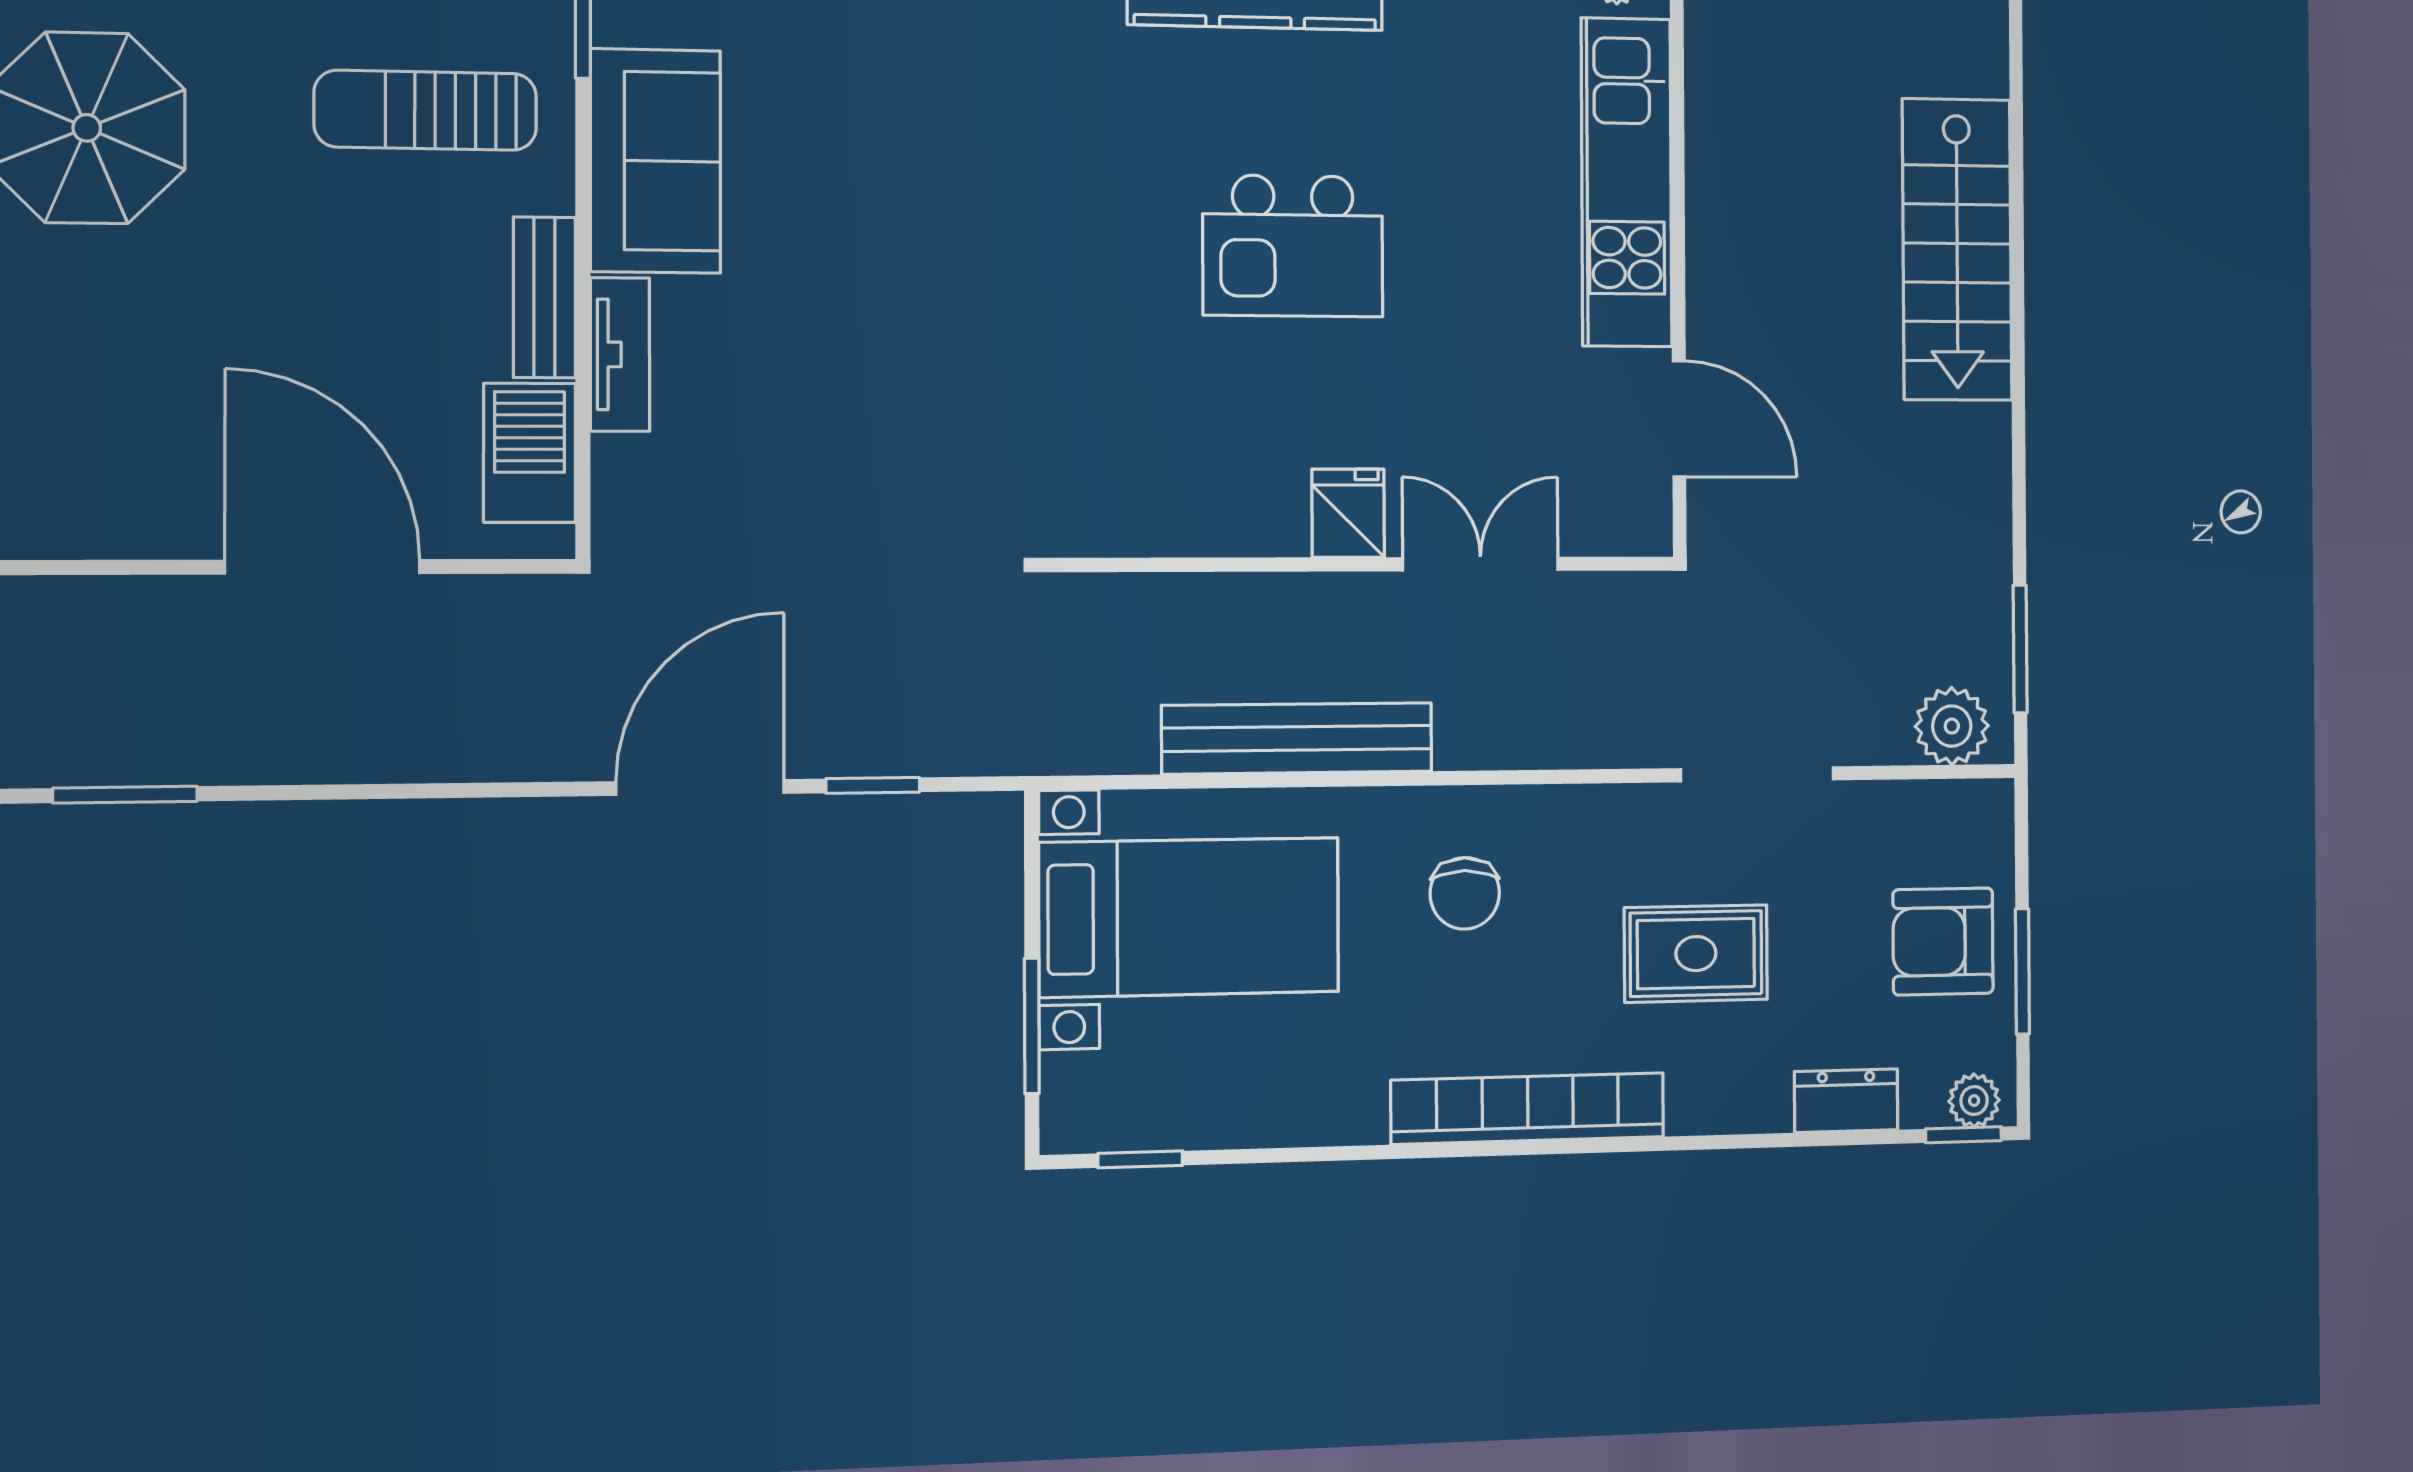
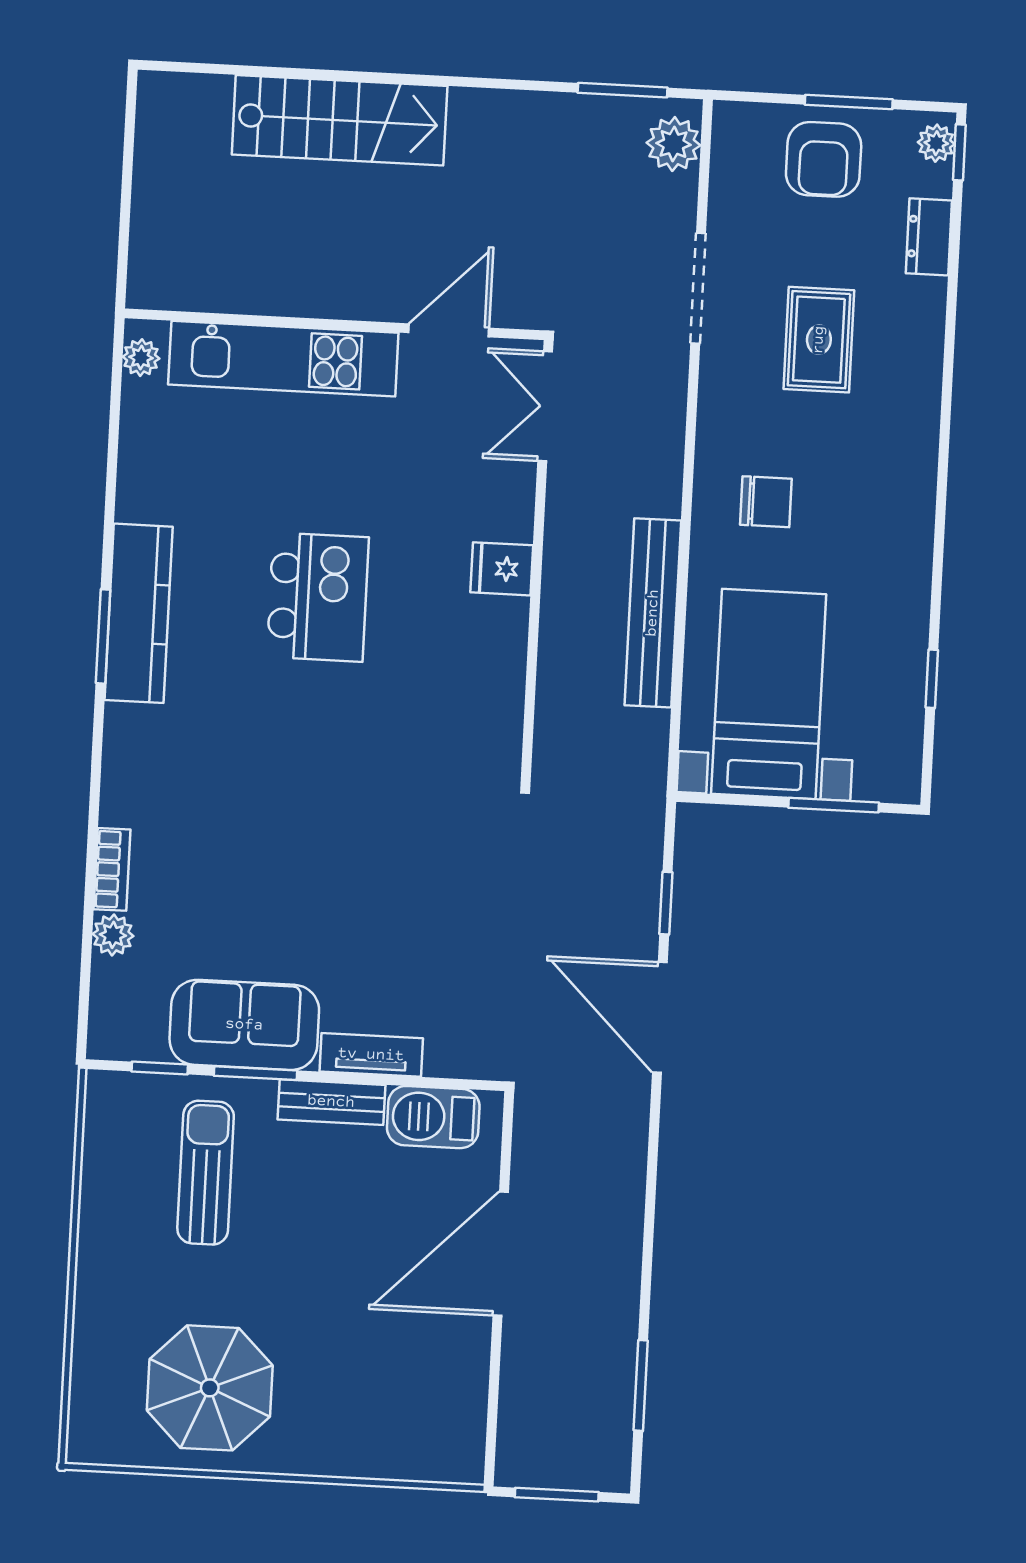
sun lounger: (426, 110) -> (206, 1173), turned 180
window: (583, 181) -> (256, 1073), added
double door: (1481, 564) -> (545, 406), moved
bookcase: (1528, 1109) -> (916, 466), removed
window: (1140, 1159) -> (932, 679), moved

